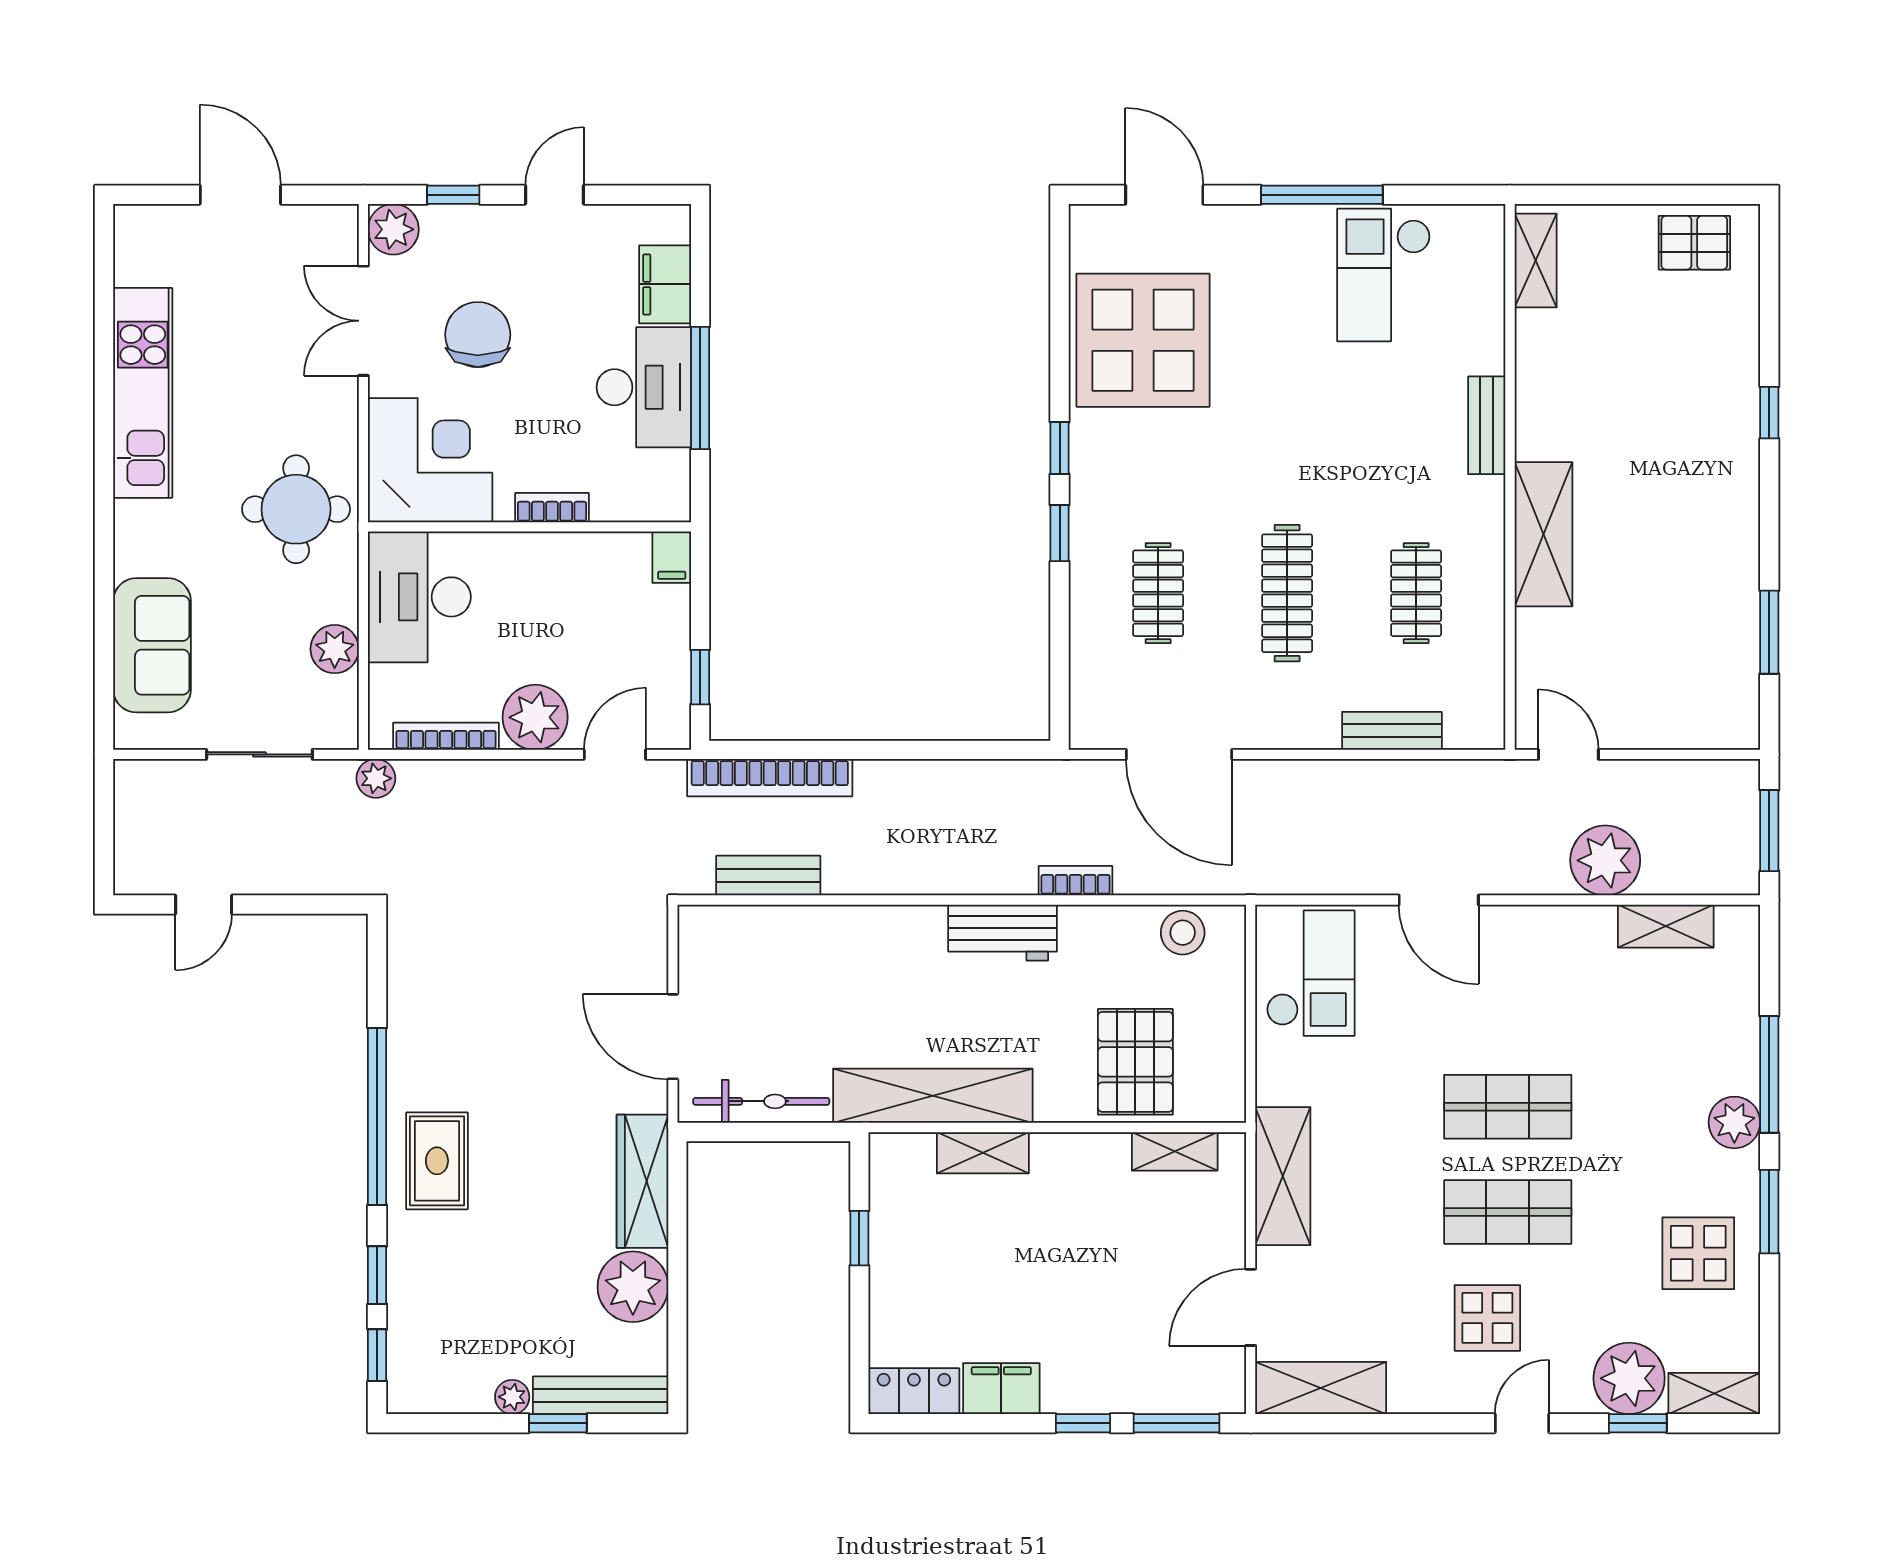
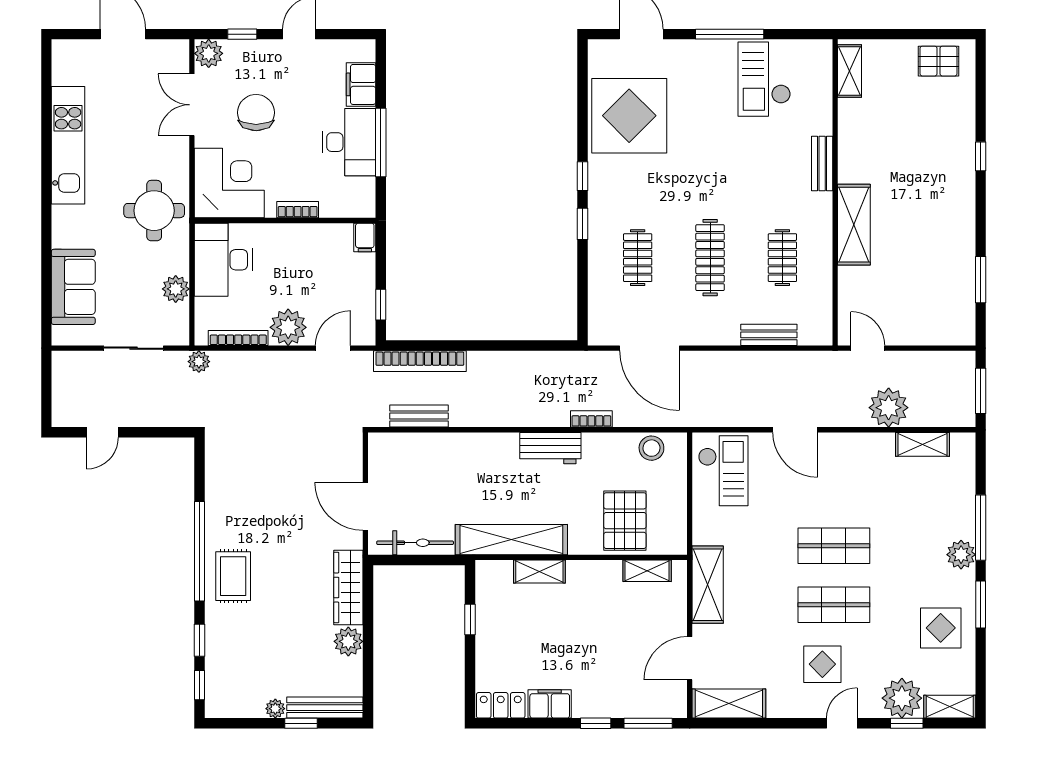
plant: (633, 1287) -> (348, 641), width x0.73, depth x0.73

